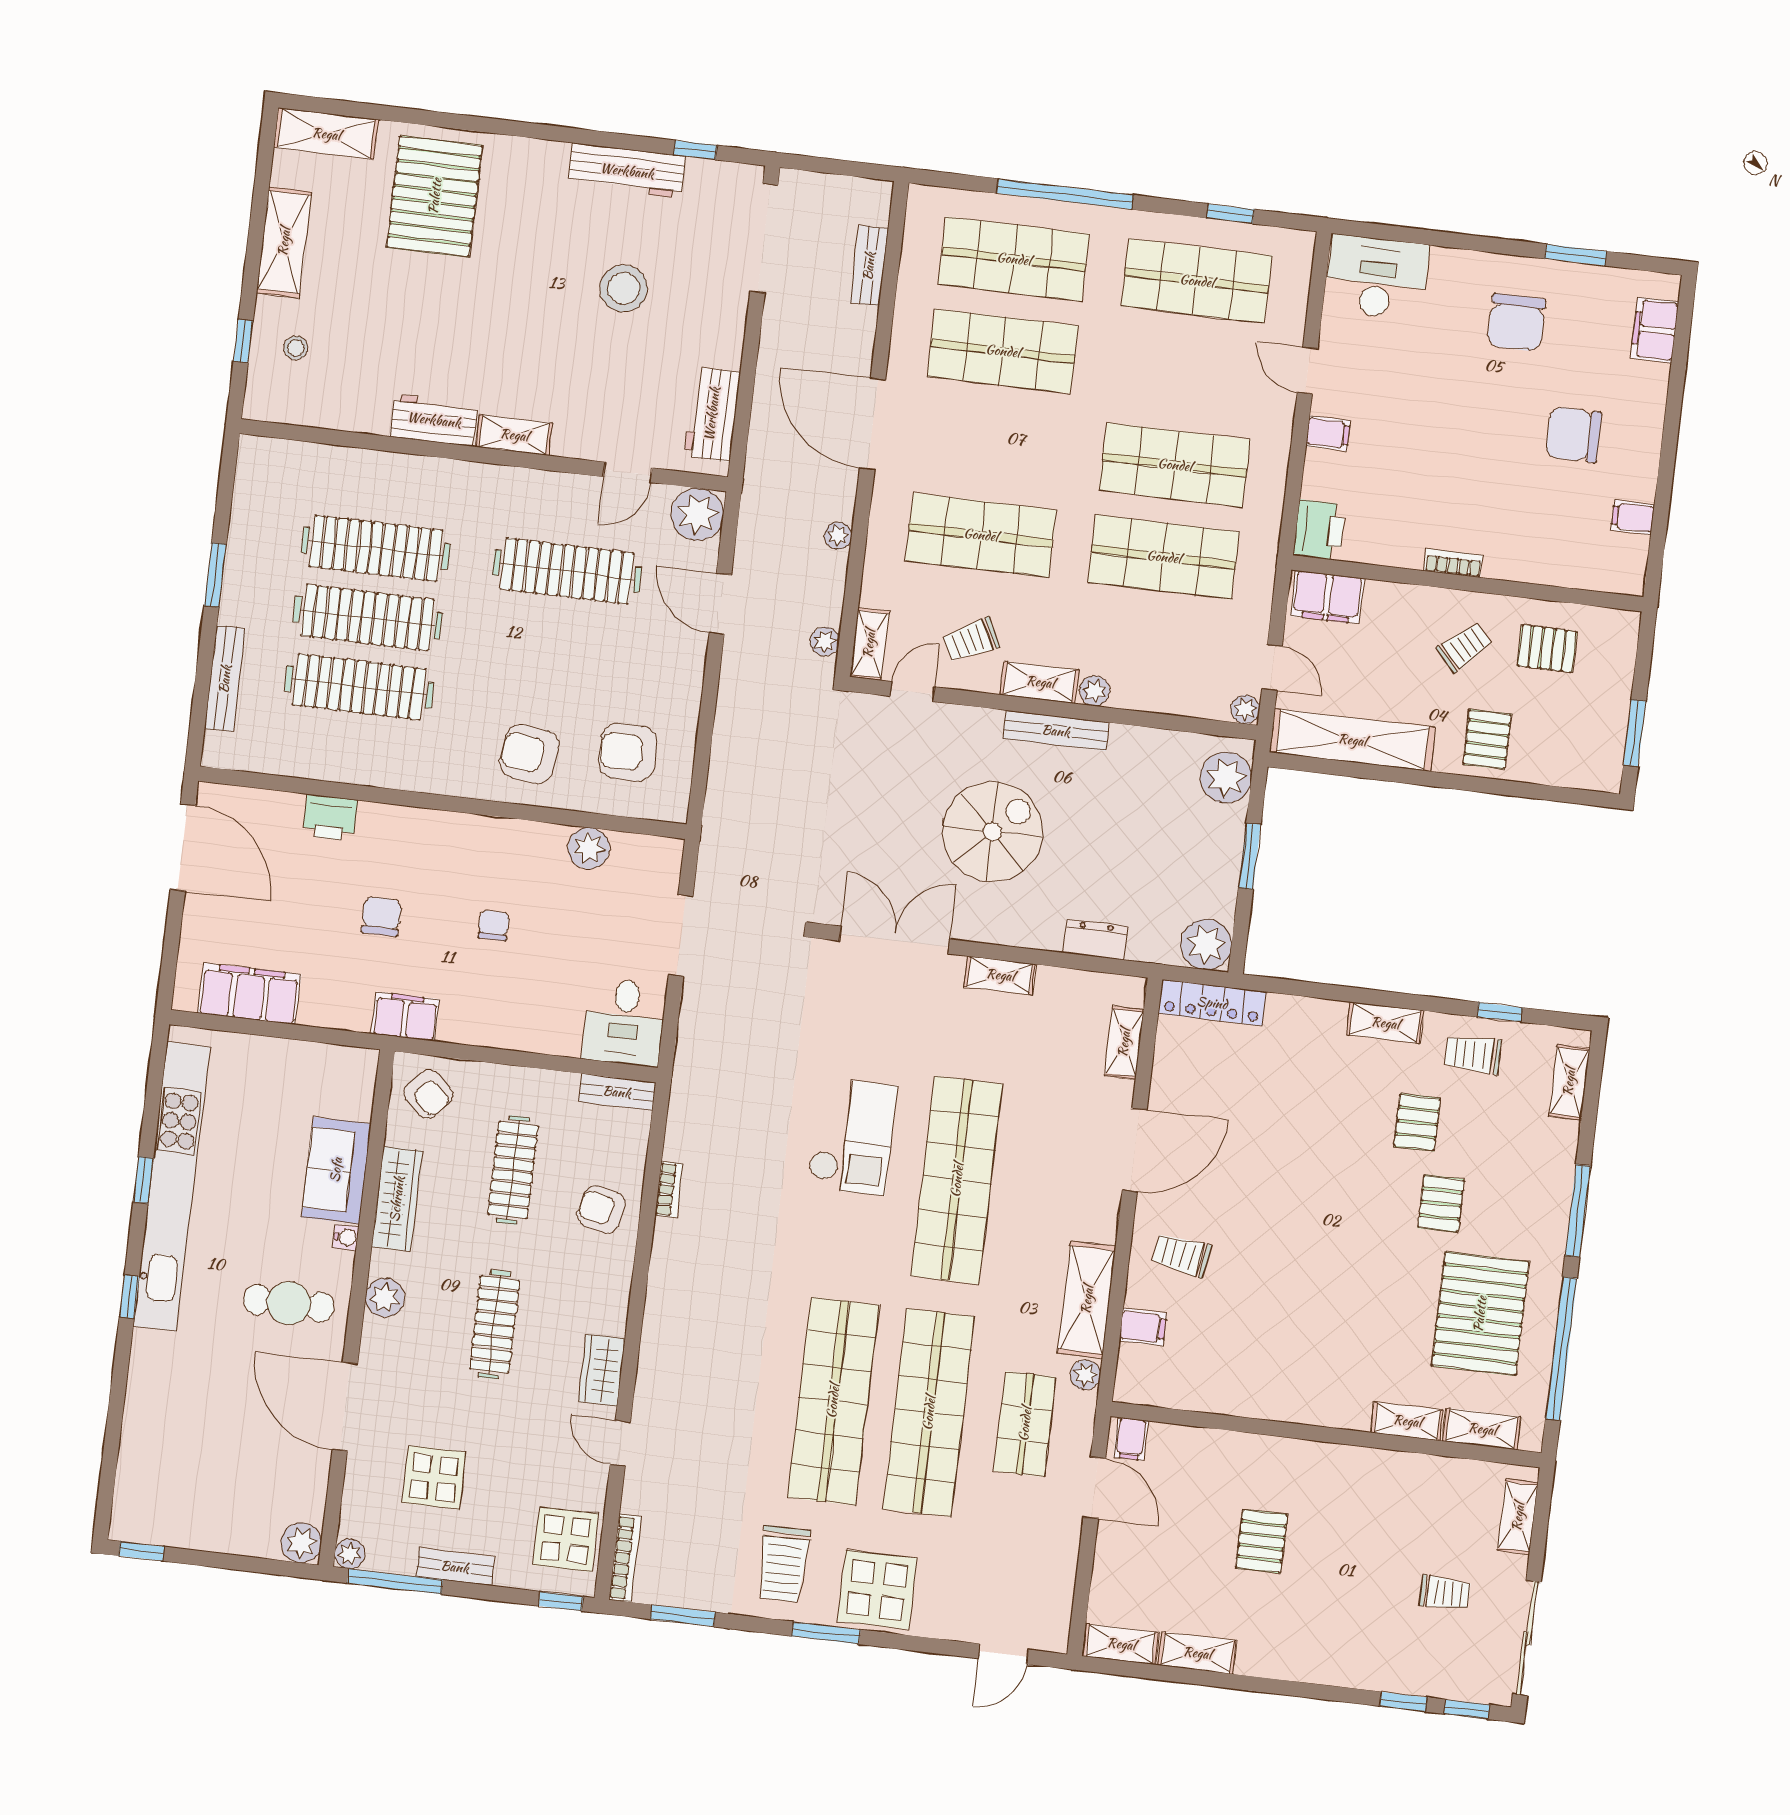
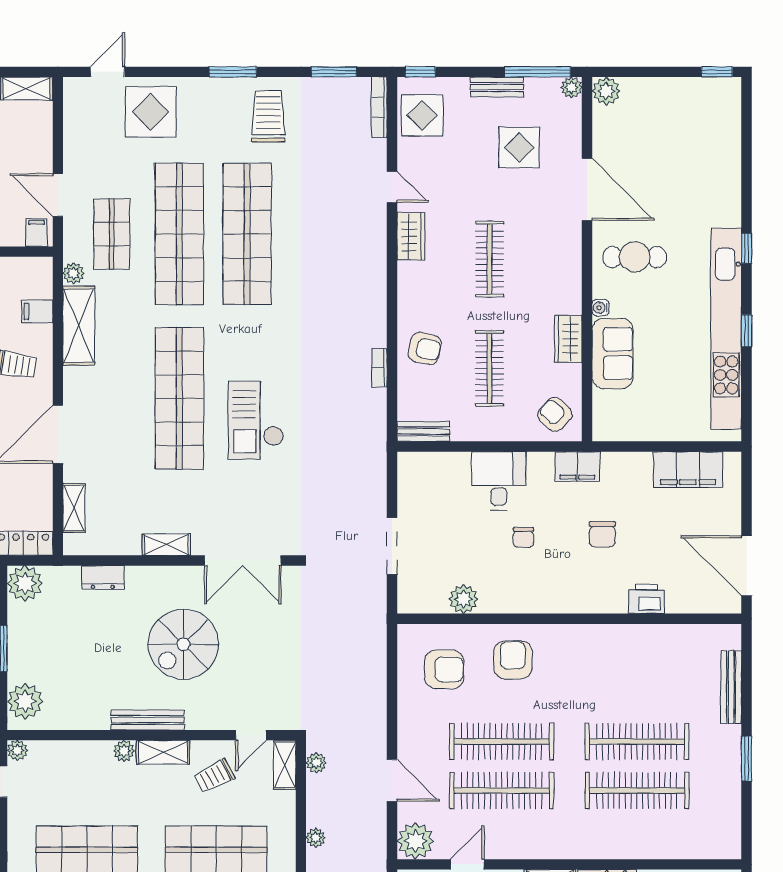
trolley: (971, 640) -> (214, 776), turned 180
clothes rail: (359, 687) -> (502, 742), moved
armchair: (529, 754) -> (513, 660), turned -97
desk: (624, 1022) -> (499, 481), moved
wardrobe: (397, 1199) -> (568, 339), width x0.67
plant: (385, 1298) -> (568, 269), removed
display table: (877, 1590) -> (151, 112), moved

